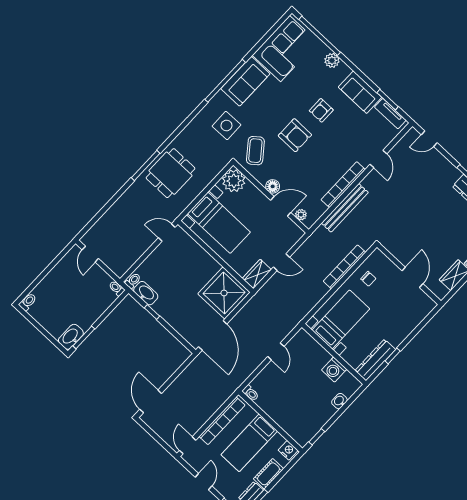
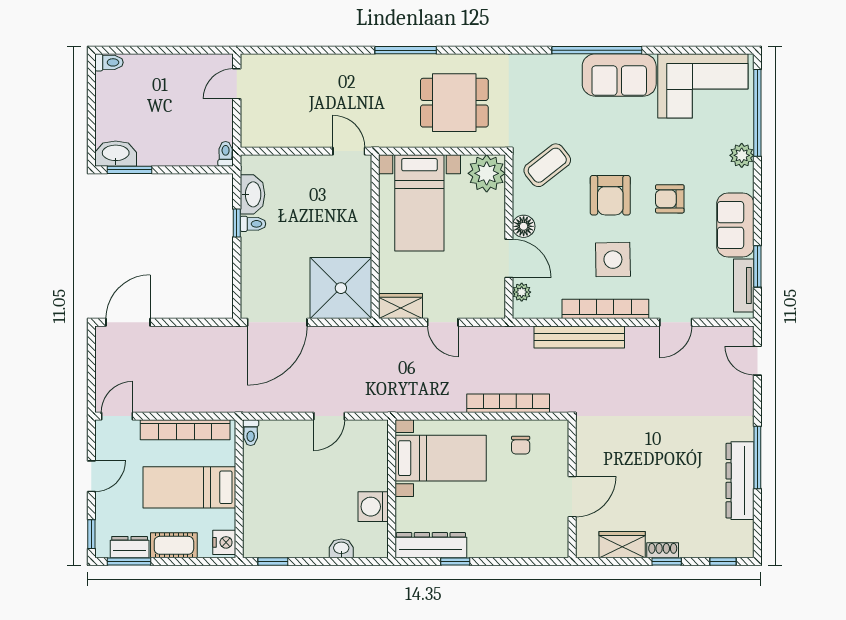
side table: (226, 126) -> (613, 260), moved
dining table: (171, 173) -> (454, 103), moved
toilet: (133, 281) -> (253, 224), moved

